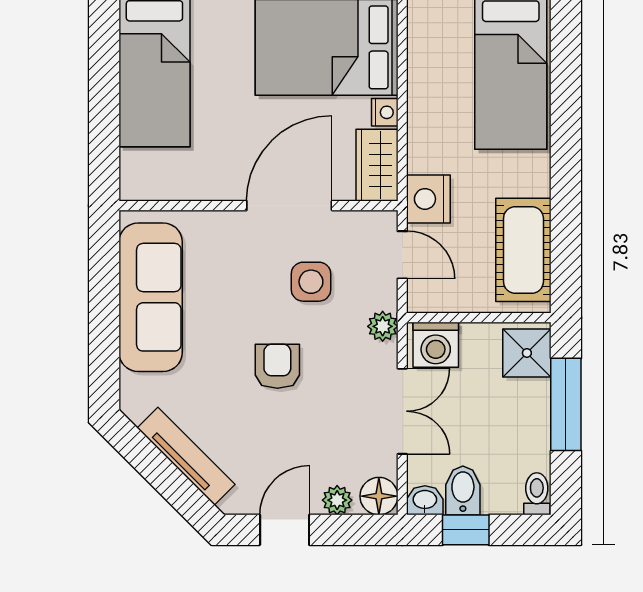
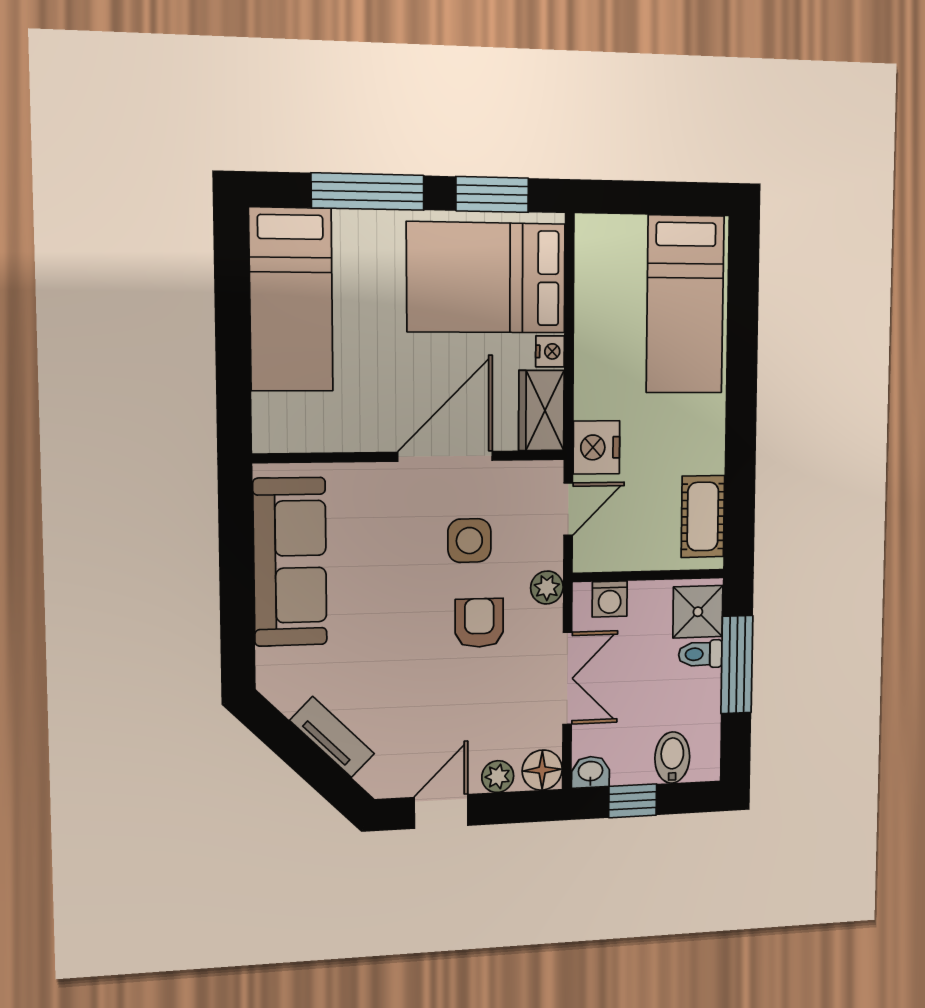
cot: (523, 250) -> (703, 516), width x0.73, depth x0.75
door: (402, 255) -> (568, 509), hinge flipped
washing machine: (436, 345) -> (610, 599), width x0.73, depth x0.73
armchair: (277, 366) -> (479, 623), moved
tv unit: (186, 456) -> (332, 737), width x0.71
bidet: (463, 490) -> (672, 758), moved
toilet: (537, 494) -> (700, 654), moved, turned -90

